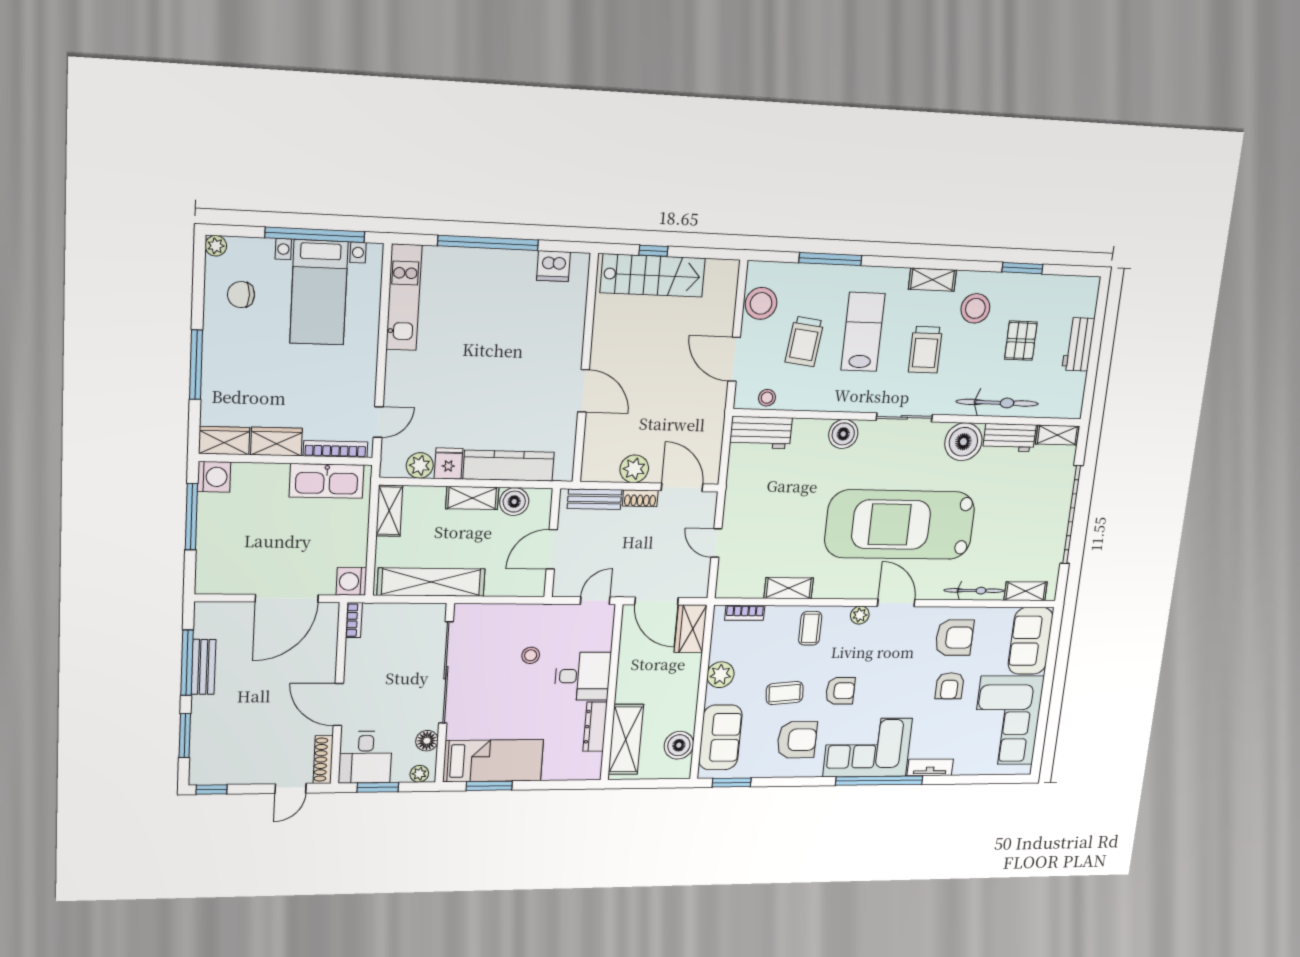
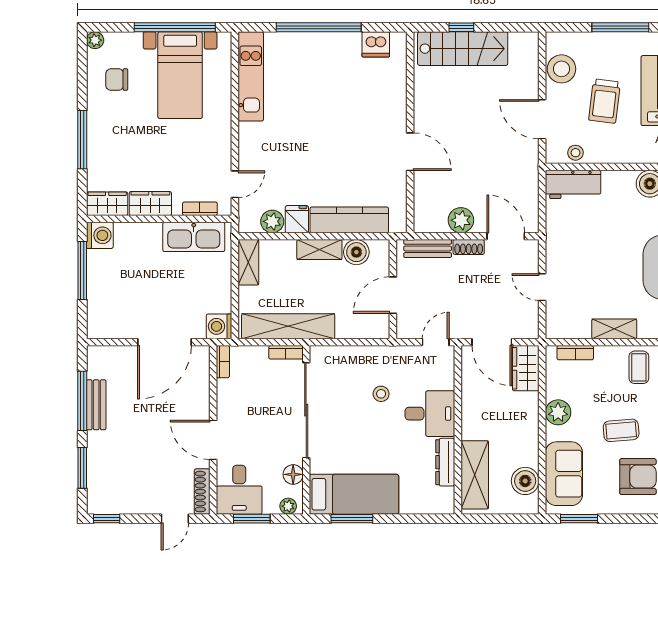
bookcase: (335, 449) -> (200, 209), width x0.64
bookcase: (427, 610) -> (286, 352), added

